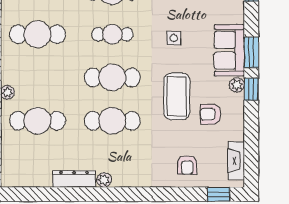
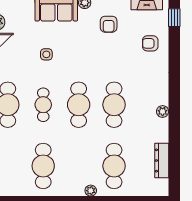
coffee table: (177, 96) -> (94, 52), removed
armchair: (187, 165) -> (150, 43), turned 180
dresser: (74, 179) -> (162, 161), moved

